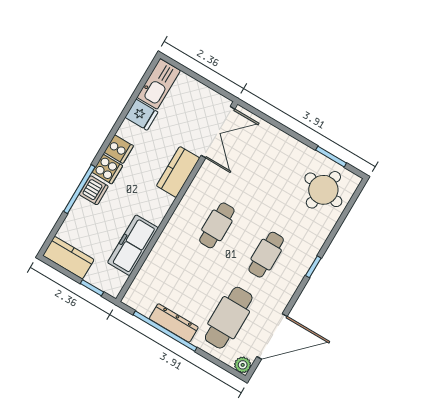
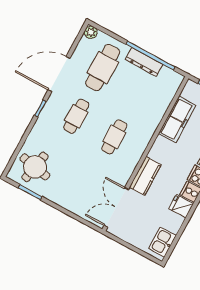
kitchen sink: (159, 84) -> (162, 242), width x0.73
fridge: (141, 115) -> (181, 206), moved
door: (272, 336) -> (59, 74), moved

